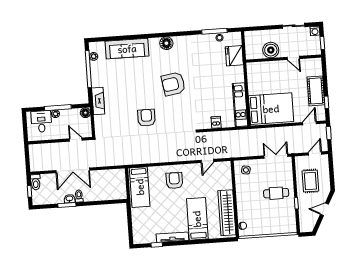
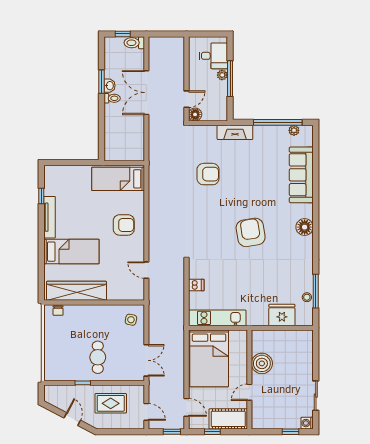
boiler: (271, 50) -> (262, 363), moved
door: (293, 58) -> (249, 392), moved
wall: (284, 59) -> (249, 380), moved
floor lamp: (85, 113) -> (195, 114), moved
armchair: (146, 118) -> (208, 174), moved

